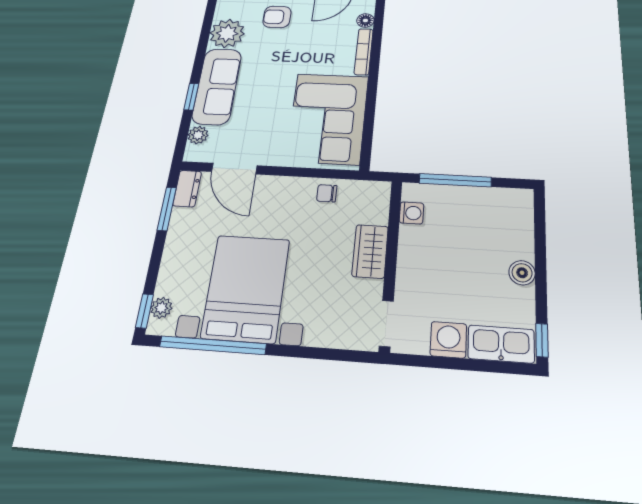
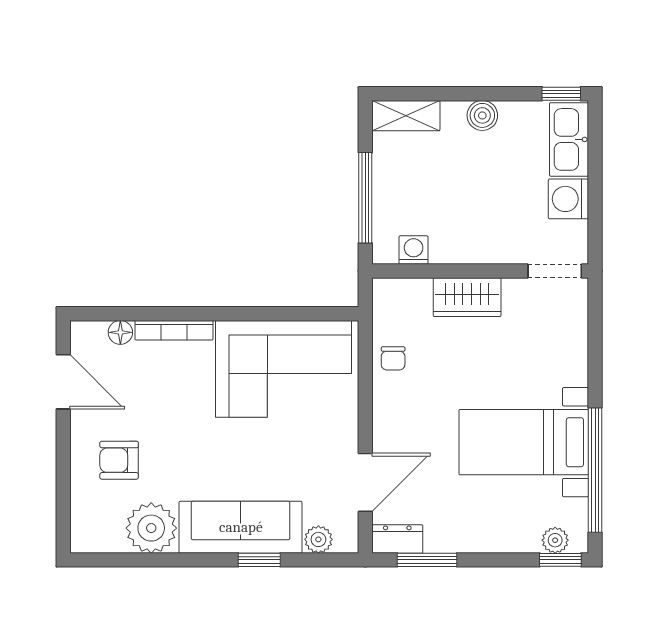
armchair: (277, 17) -> (119, 460), turned 90
shelving: (522, 213) -> (406, 116), added
bed with nightstands: (246, 288) -> (524, 442), width x0.73

